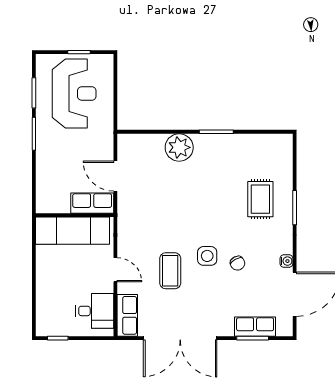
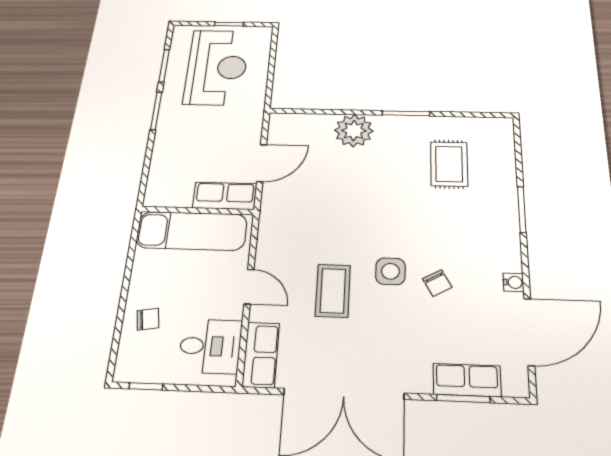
door: (115, 176) -> (262, 163), swing flipped
rug: (260, 199) -> (449, 164), moved
chair: (52, 294) -> (148, 319), added

